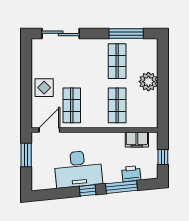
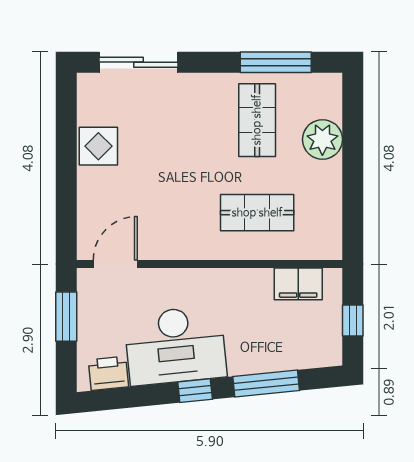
plant: (148, 82) -> (322, 139), moved
display table: (44, 88) -> (98, 146), moved
shop shelf: (72, 105) -> (162, 213), removed
shop shelf: (117, 105) -> (257, 213), turned 90
printer: (131, 174) -> (108, 373), moved

